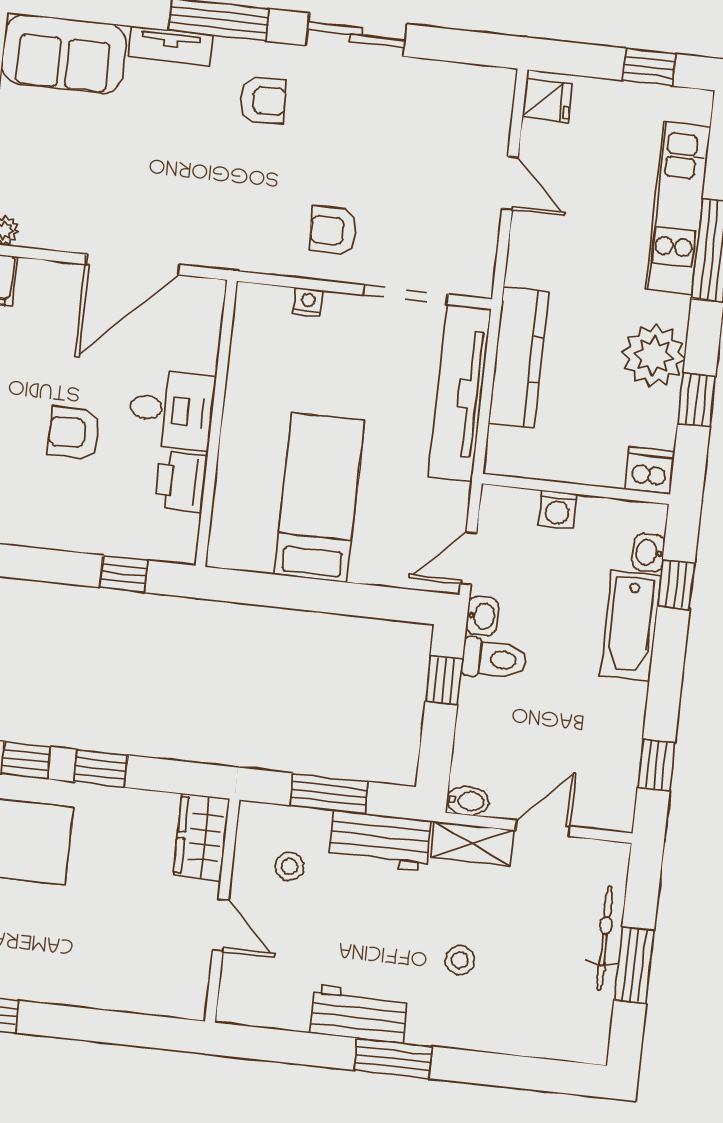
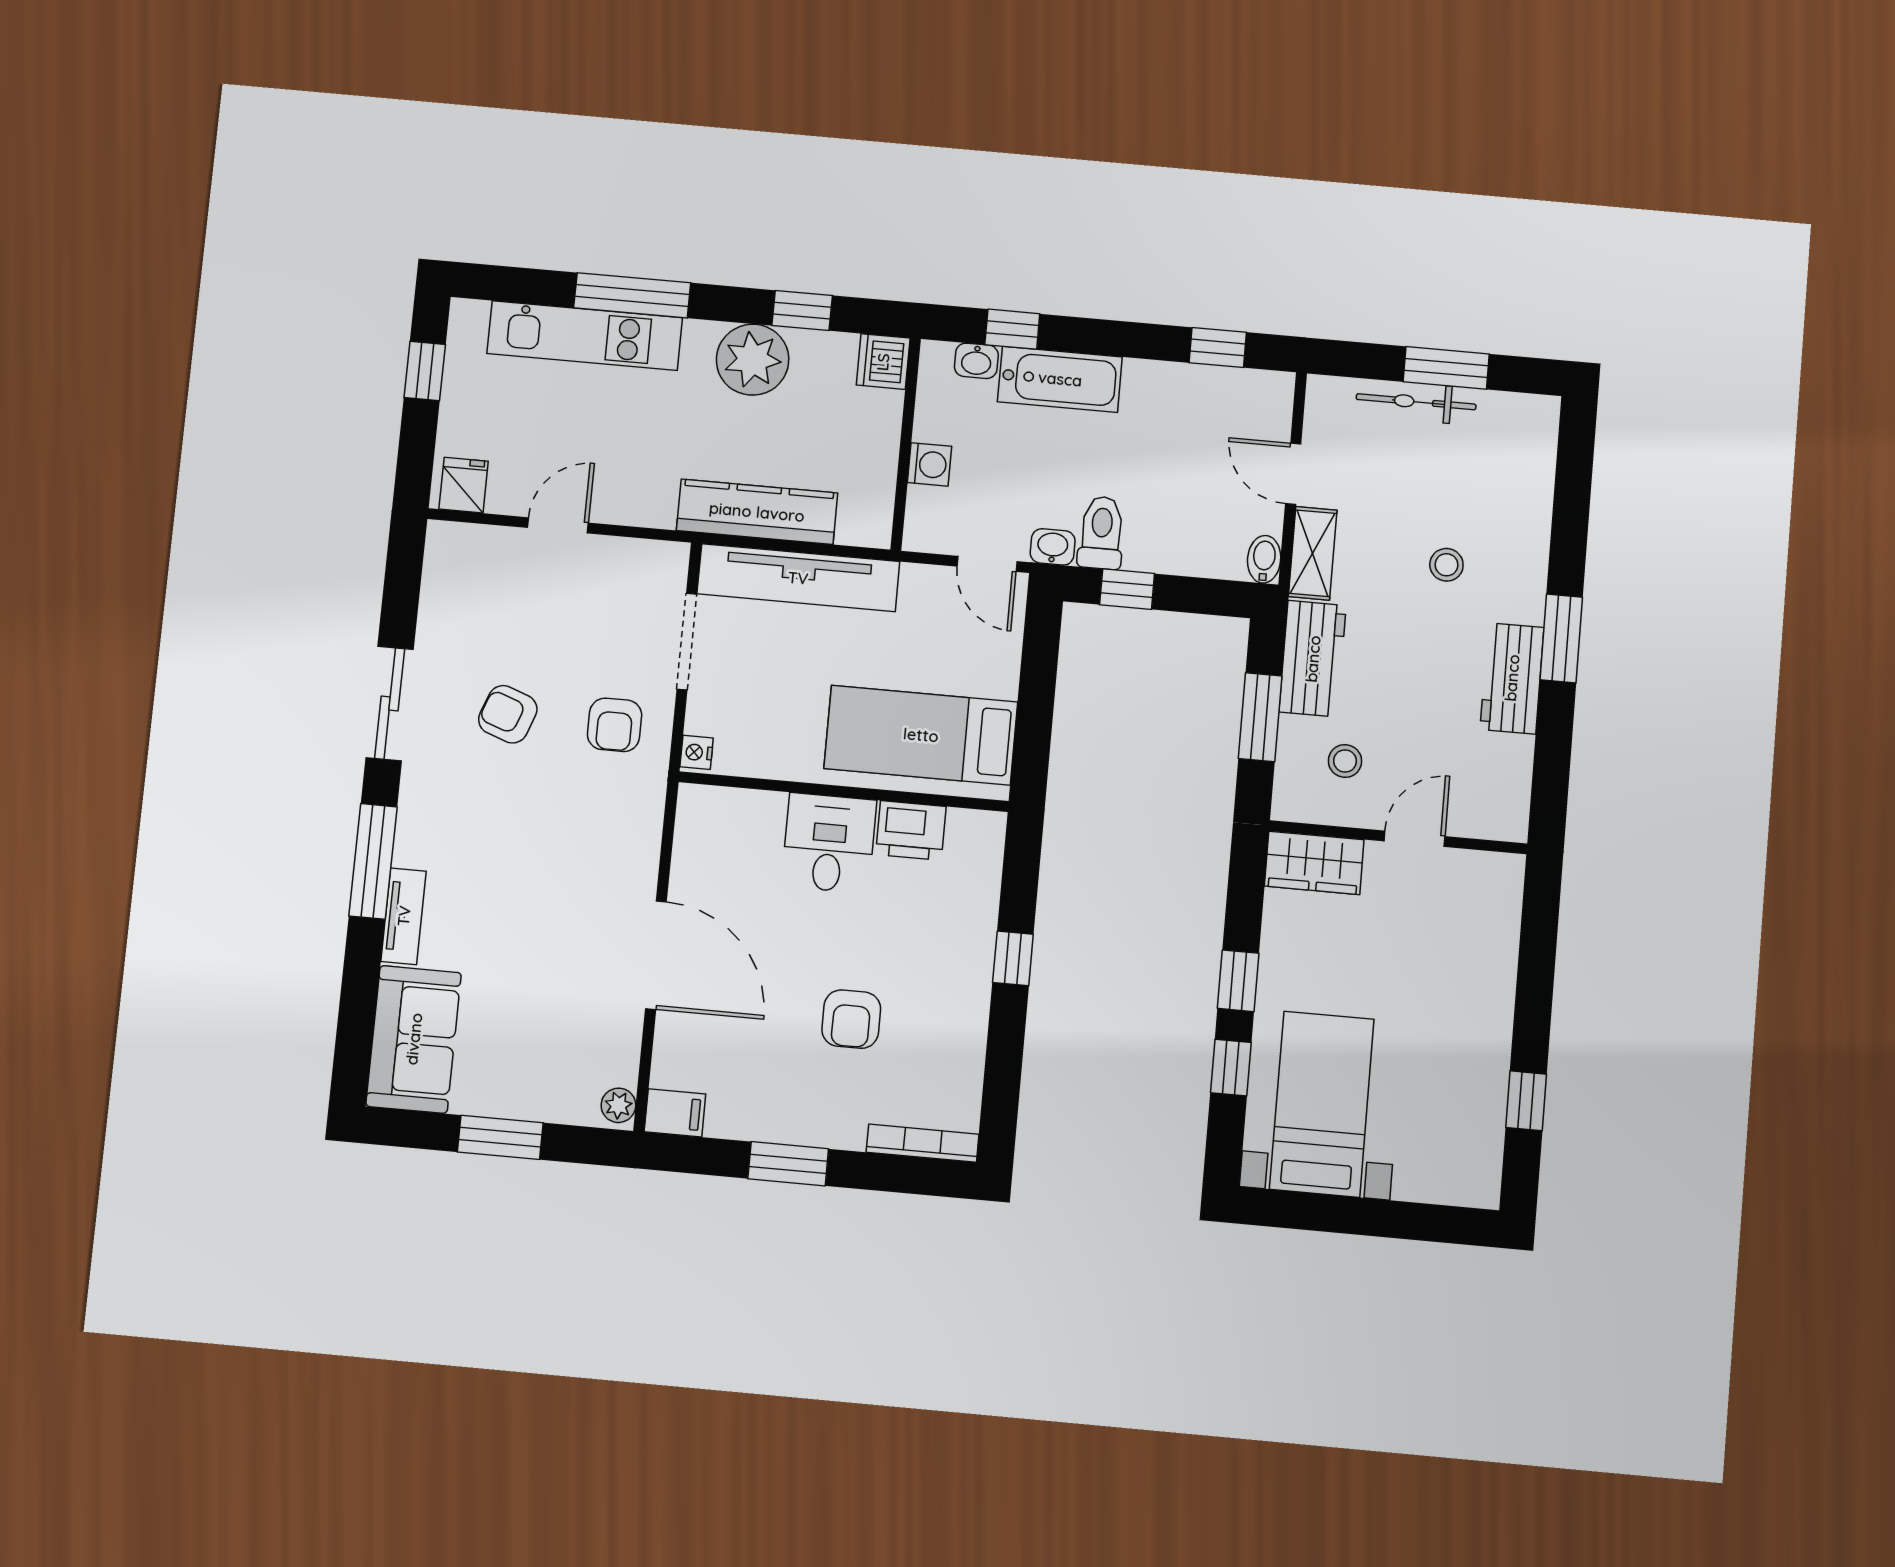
armchair: (263, 101) -> (508, 714), moved, turned -67
desk: (172, 410) -> (829, 843), moved
wall: (216, 423) -> (844, 792), moved
printer: (181, 481) -> (911, 831), moved

